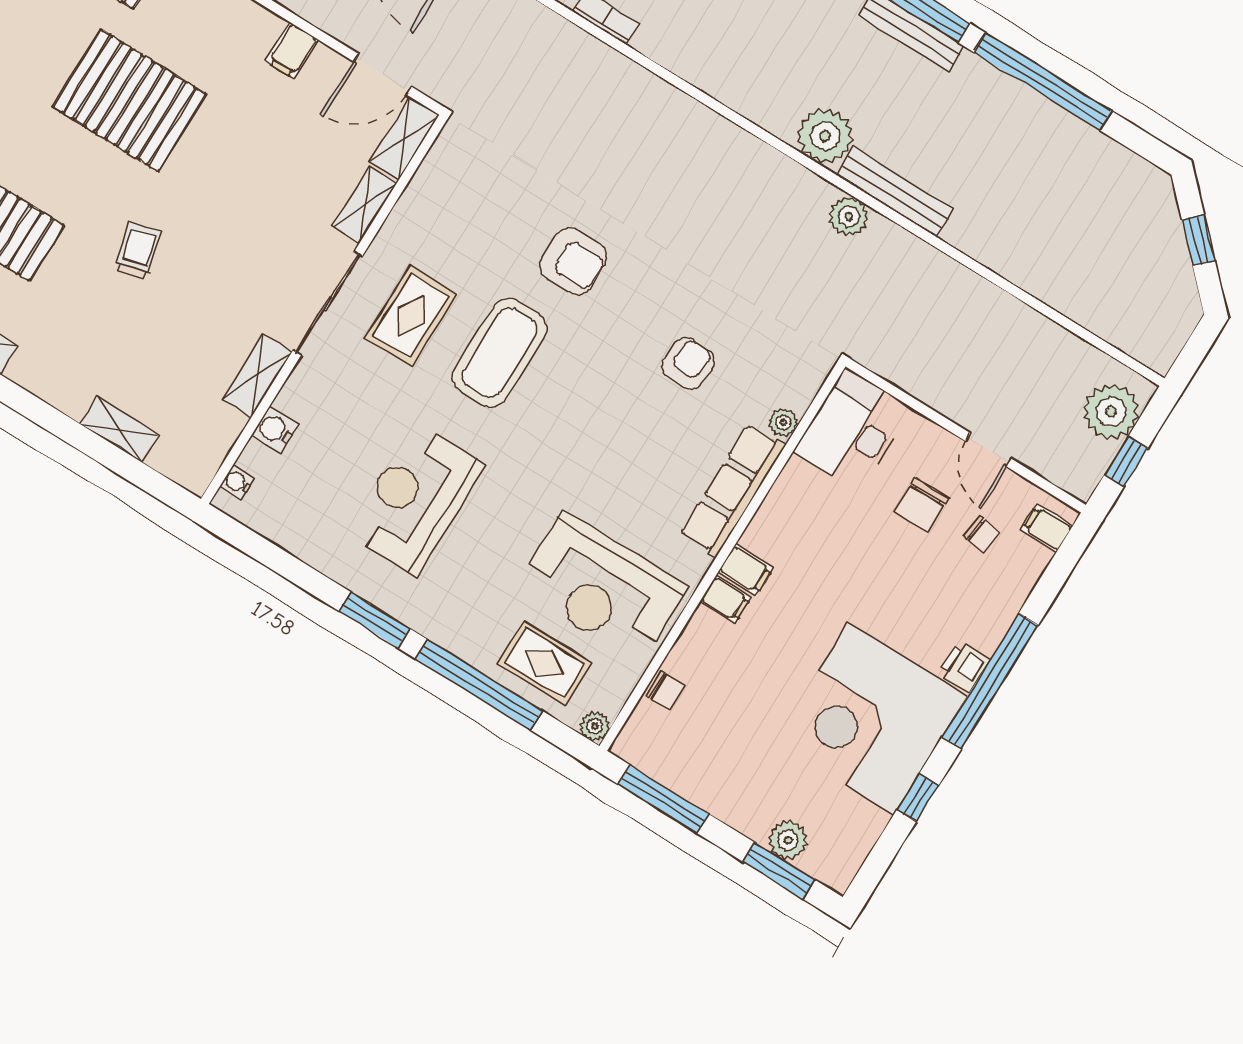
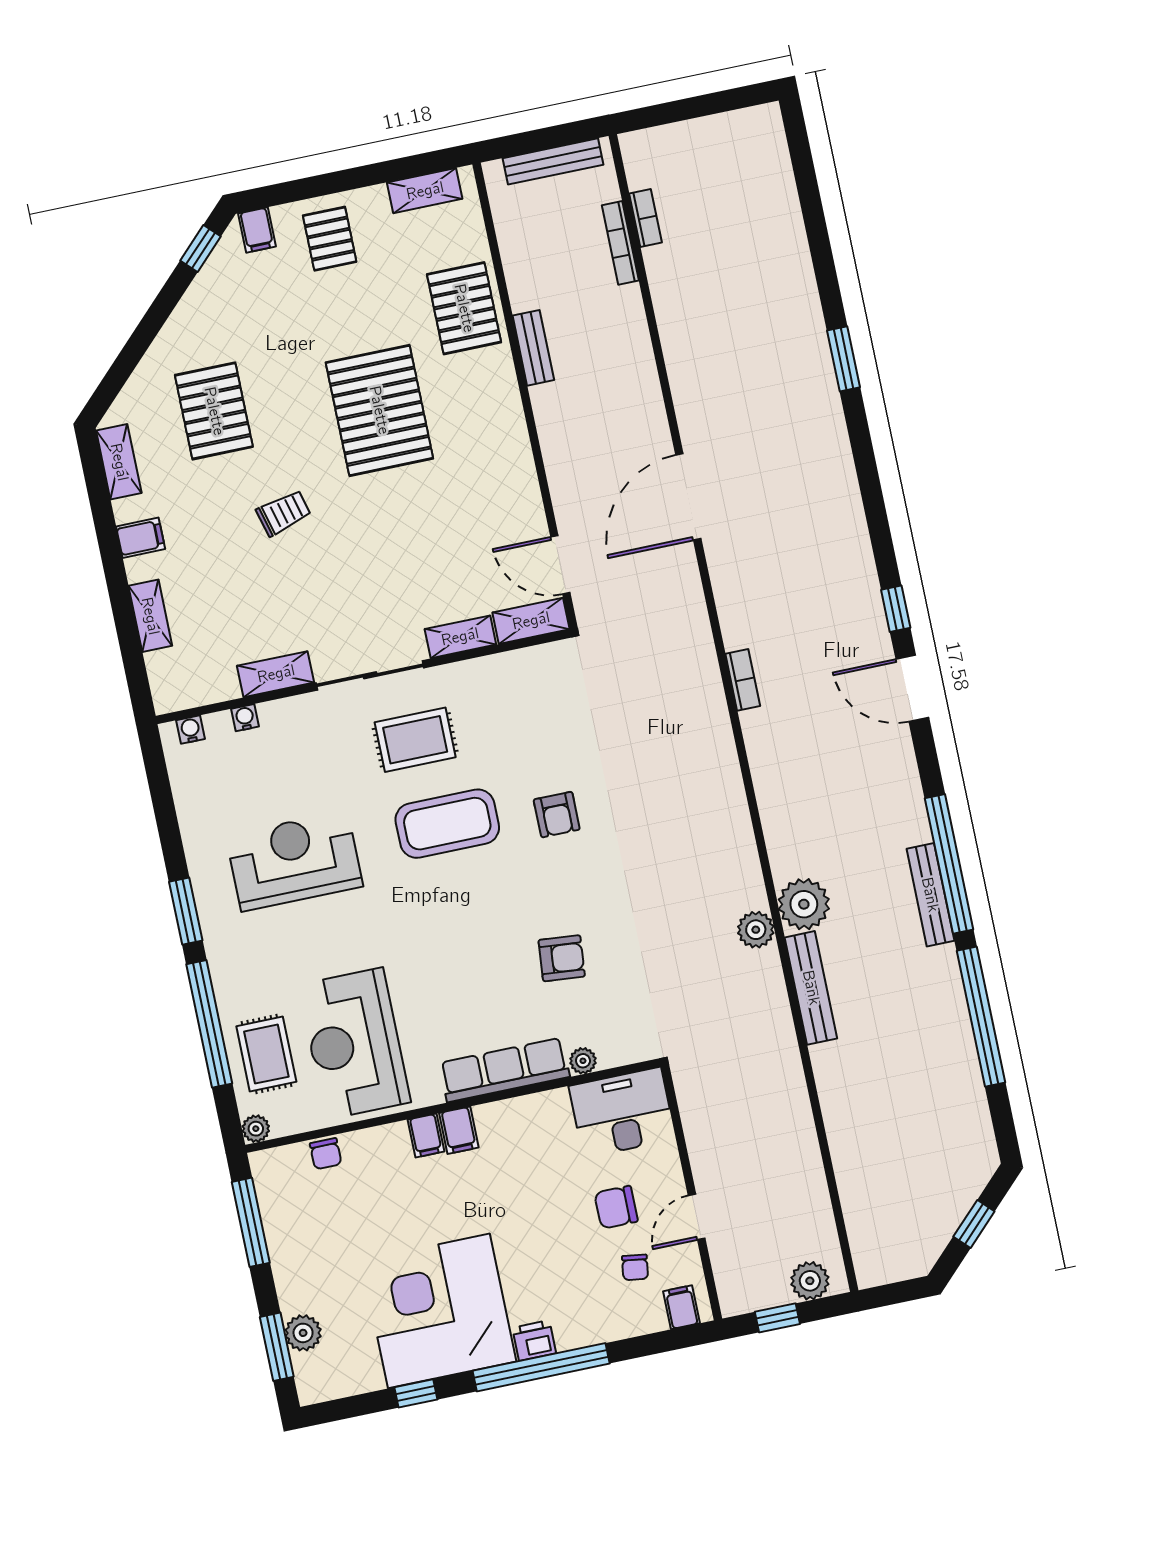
filing cabinet: (292, 51) -> (141, 538), moved, turned 180
plant: (849, 216) -> (756, 930), moved
armchair: (573, 261) -> (557, 815), width x0.72, depth x0.72
plant: (1111, 412) -> (810, 1281), width x0.73, depth x0.73
water cooler: (275, 430) -> (245, 718), width x0.72, depth x0.72

